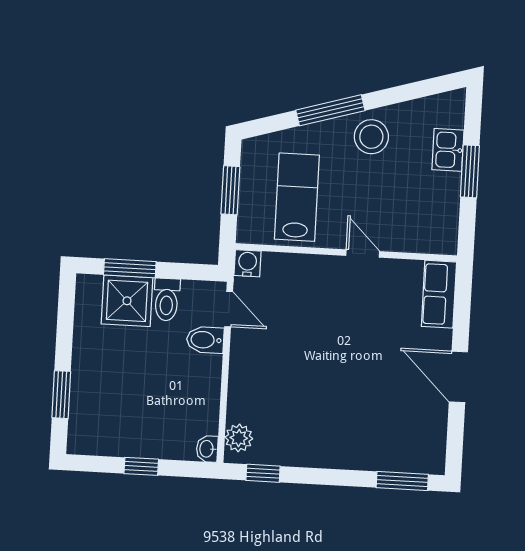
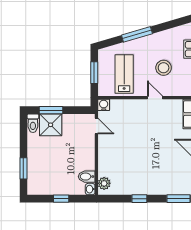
stool: (371, 137) -> (164, 68), moved
toilet: (167, 300) -> (33, 123), moved
bidet: (205, 340) -> (87, 177), moved
window: (263, 473) -> (139, 199), moved

